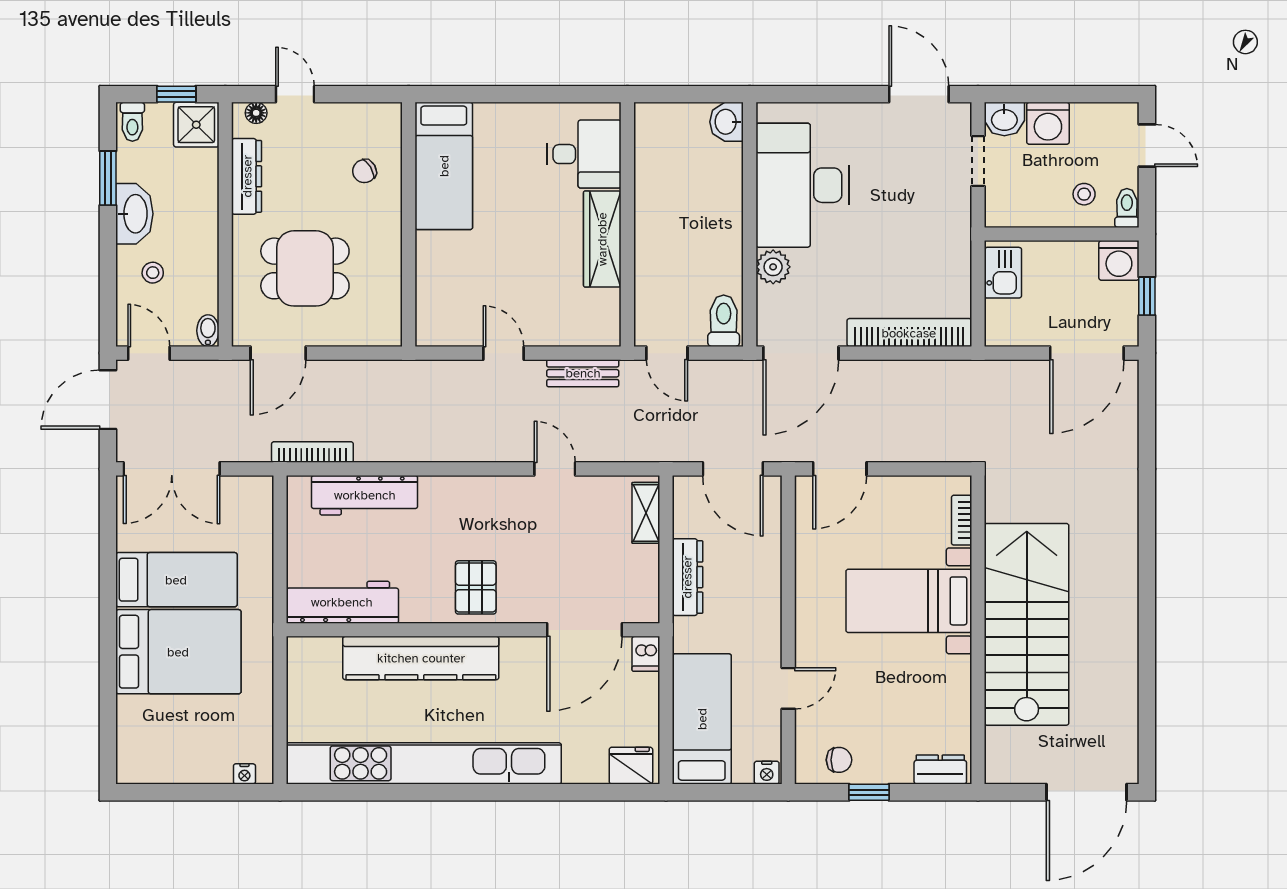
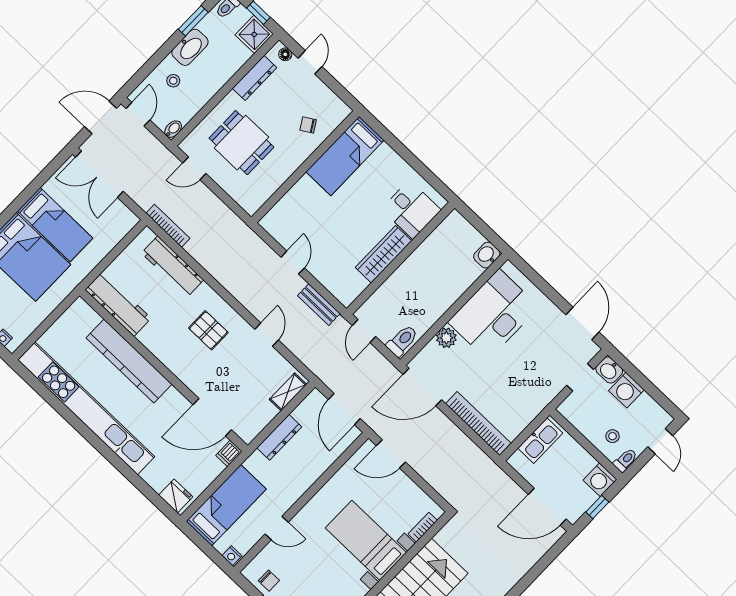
kitchen sink: (1003, 273) -> (540, 441), width x1.38
door: (278, 353) -> (194, 168), width x0.73
pallet: (476, 587) -> (208, 330), moved, turned 90

